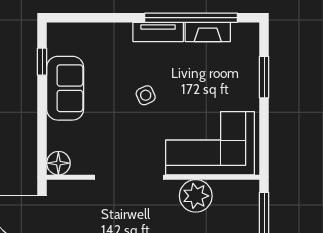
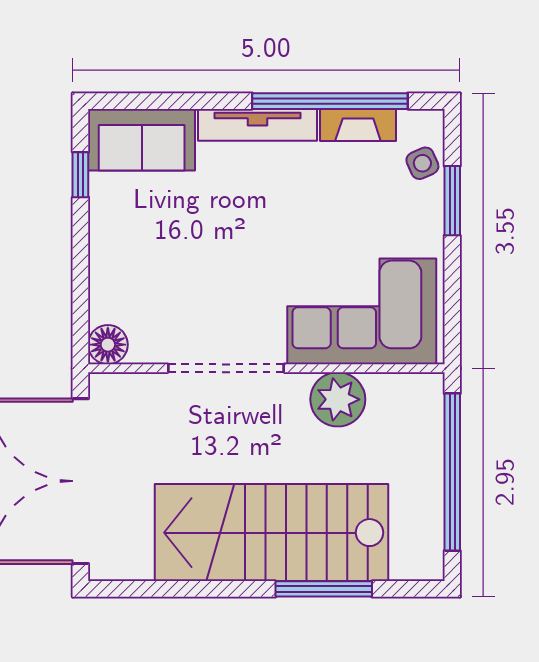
tv unit: (158, 32) -> (258, 125), width x1.41
sofa: (65, 88) -> (142, 140), moved, turned 90
side table: (146, 95) -> (422, 163), moved

